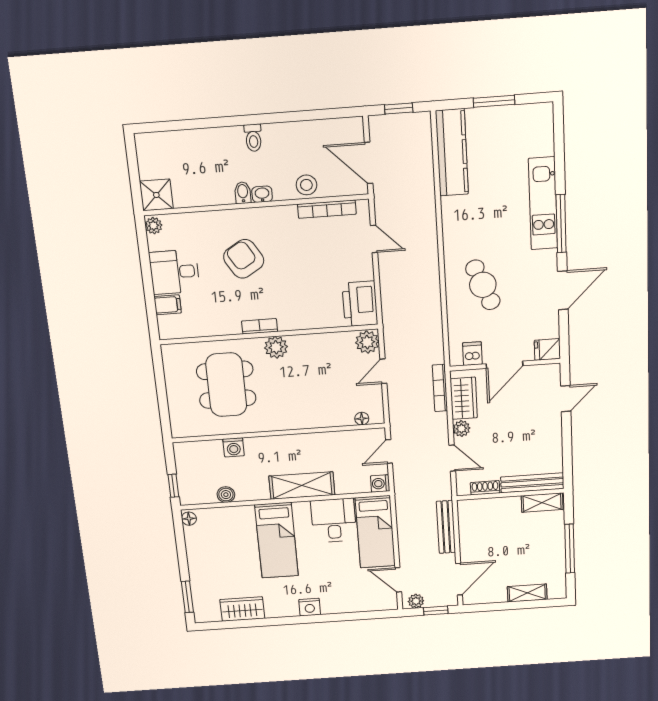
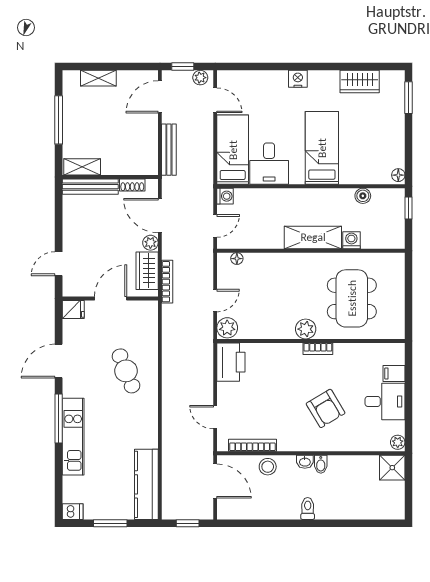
dishwasher: (472, 354) -> (73, 512), moved, turned -90
door: (452, 458) -> (160, 216), width x1.38
shelving: (302, 486) -> (313, 237), moved

